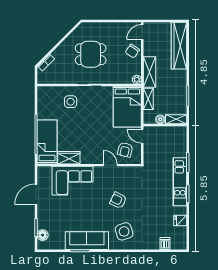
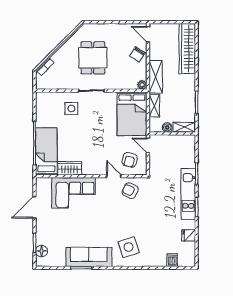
door: (142, 32) -> (148, 34), hinge flipped
dining table: (91, 54) -> (93, 58), turned 90
armchair: (118, 200) -> (130, 191), moved

